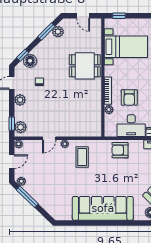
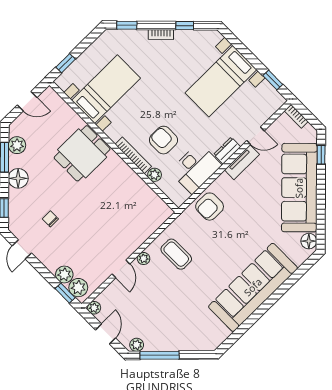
floor lamp: (30, 61) -> (18, 178), moved
armchair: (129, 97) -> (164, 140), turned 180
plant: (20, 100) -> (64, 274), moved

